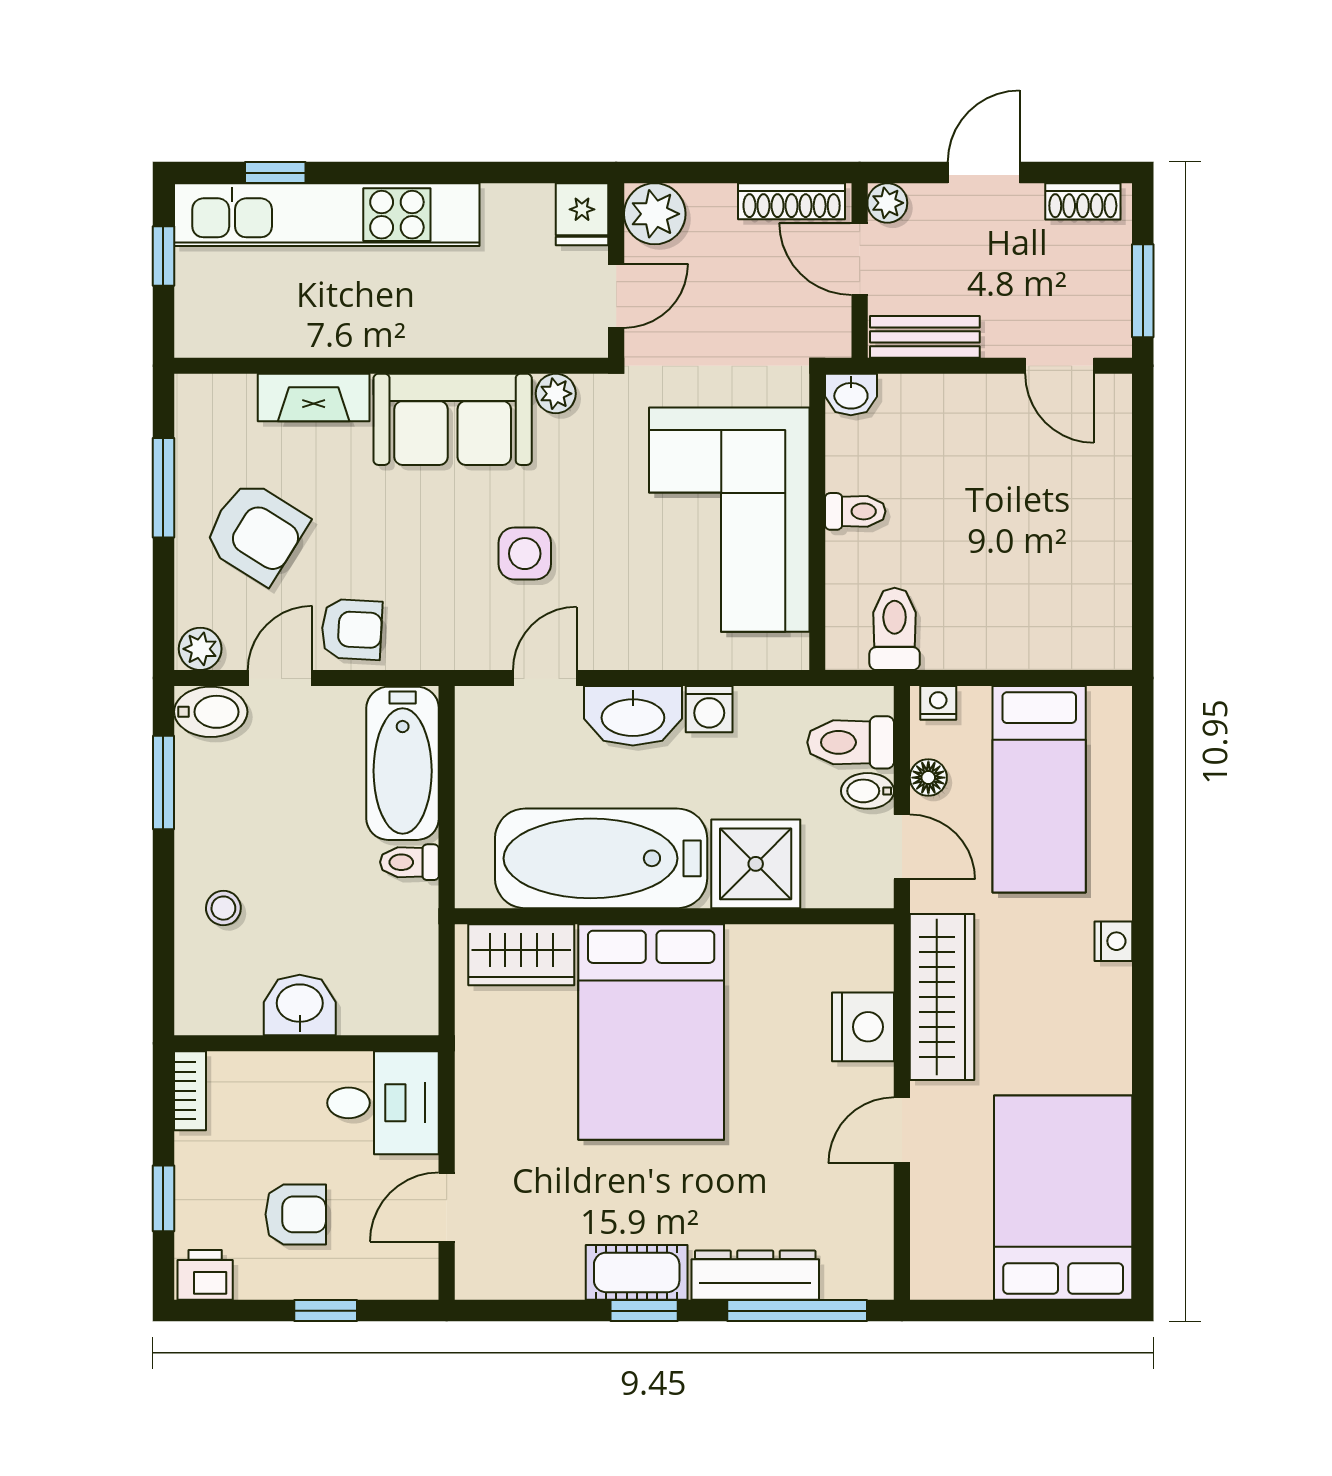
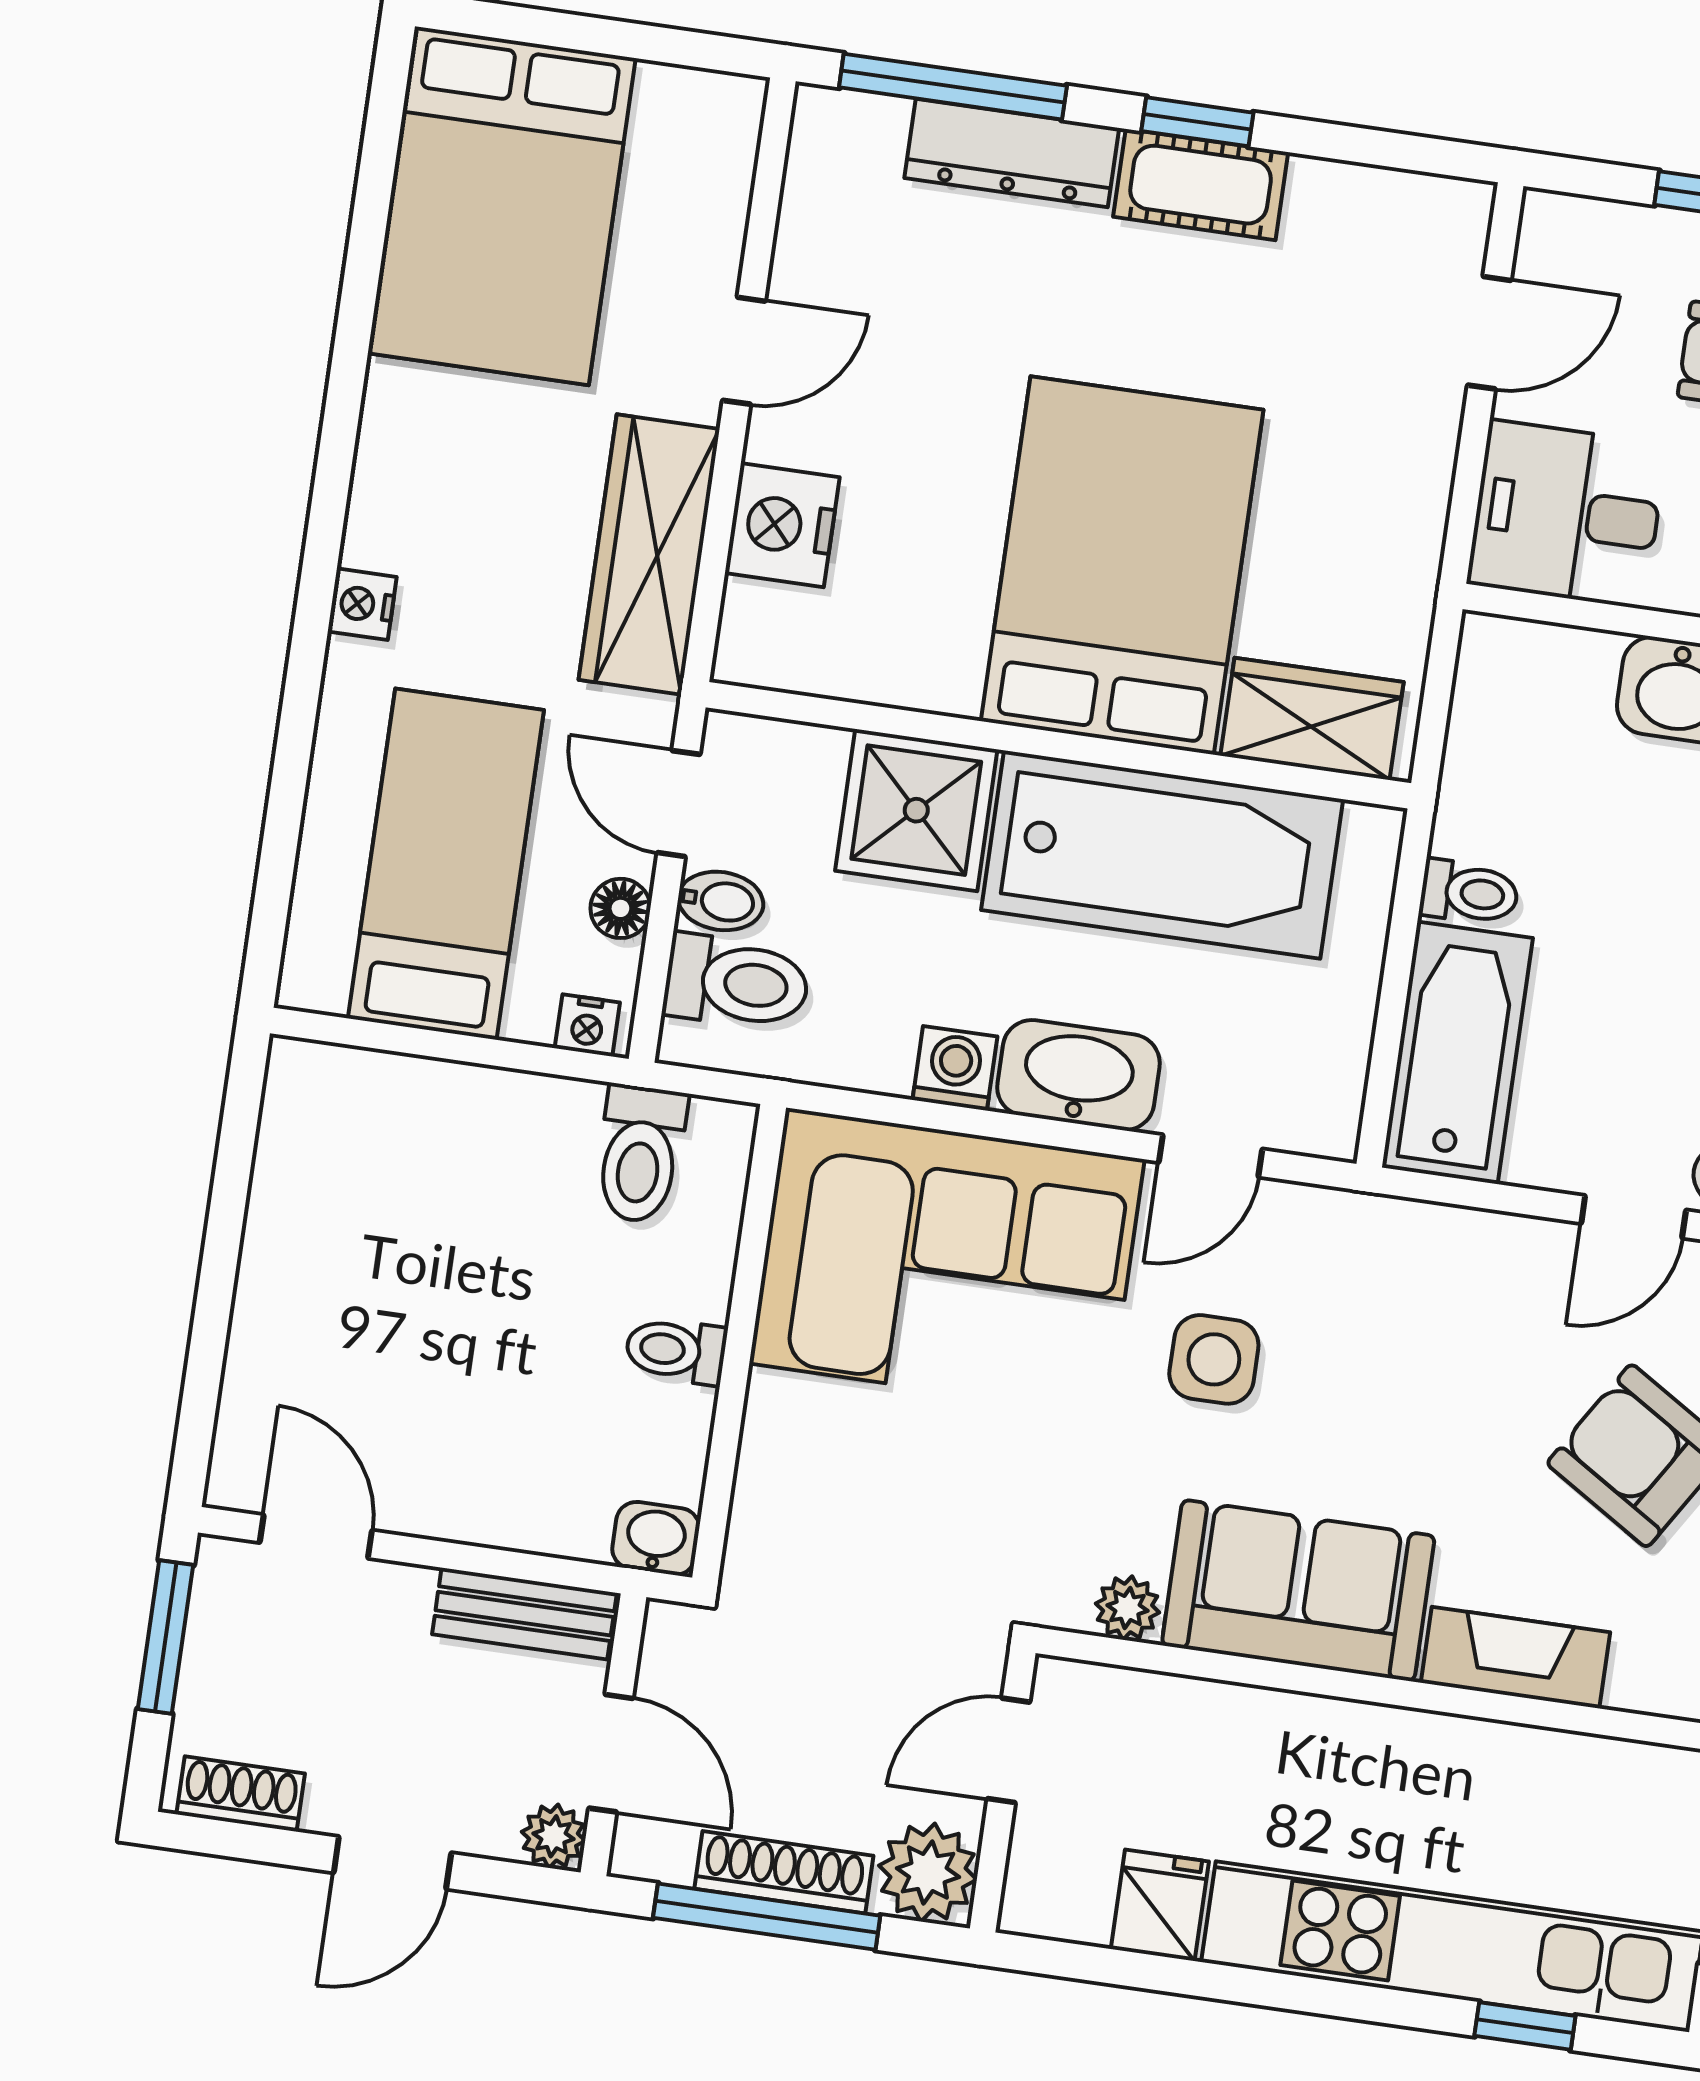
window: (750, 173) -> (767, 1917), added
shoe rack: (792, 201) -> (784, 1872), moved
fridge: (582, 214) -> (1160, 1905), moved
corner sofa: (729, 520) -> (947, 1261), moved, turned 90
armchair: (352, 629) -> (1508, 1278), removed

